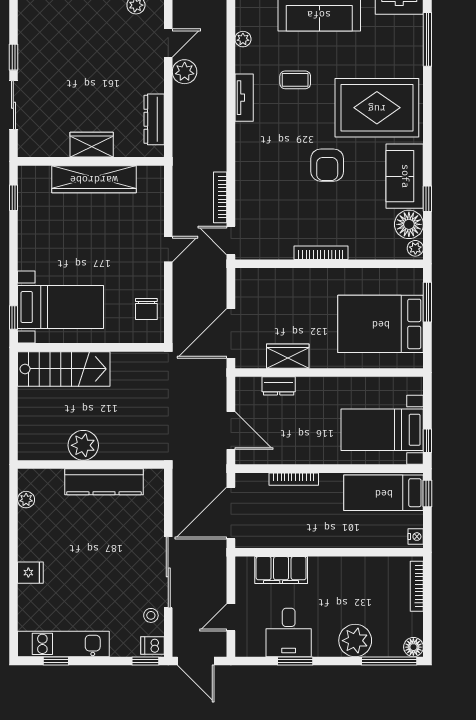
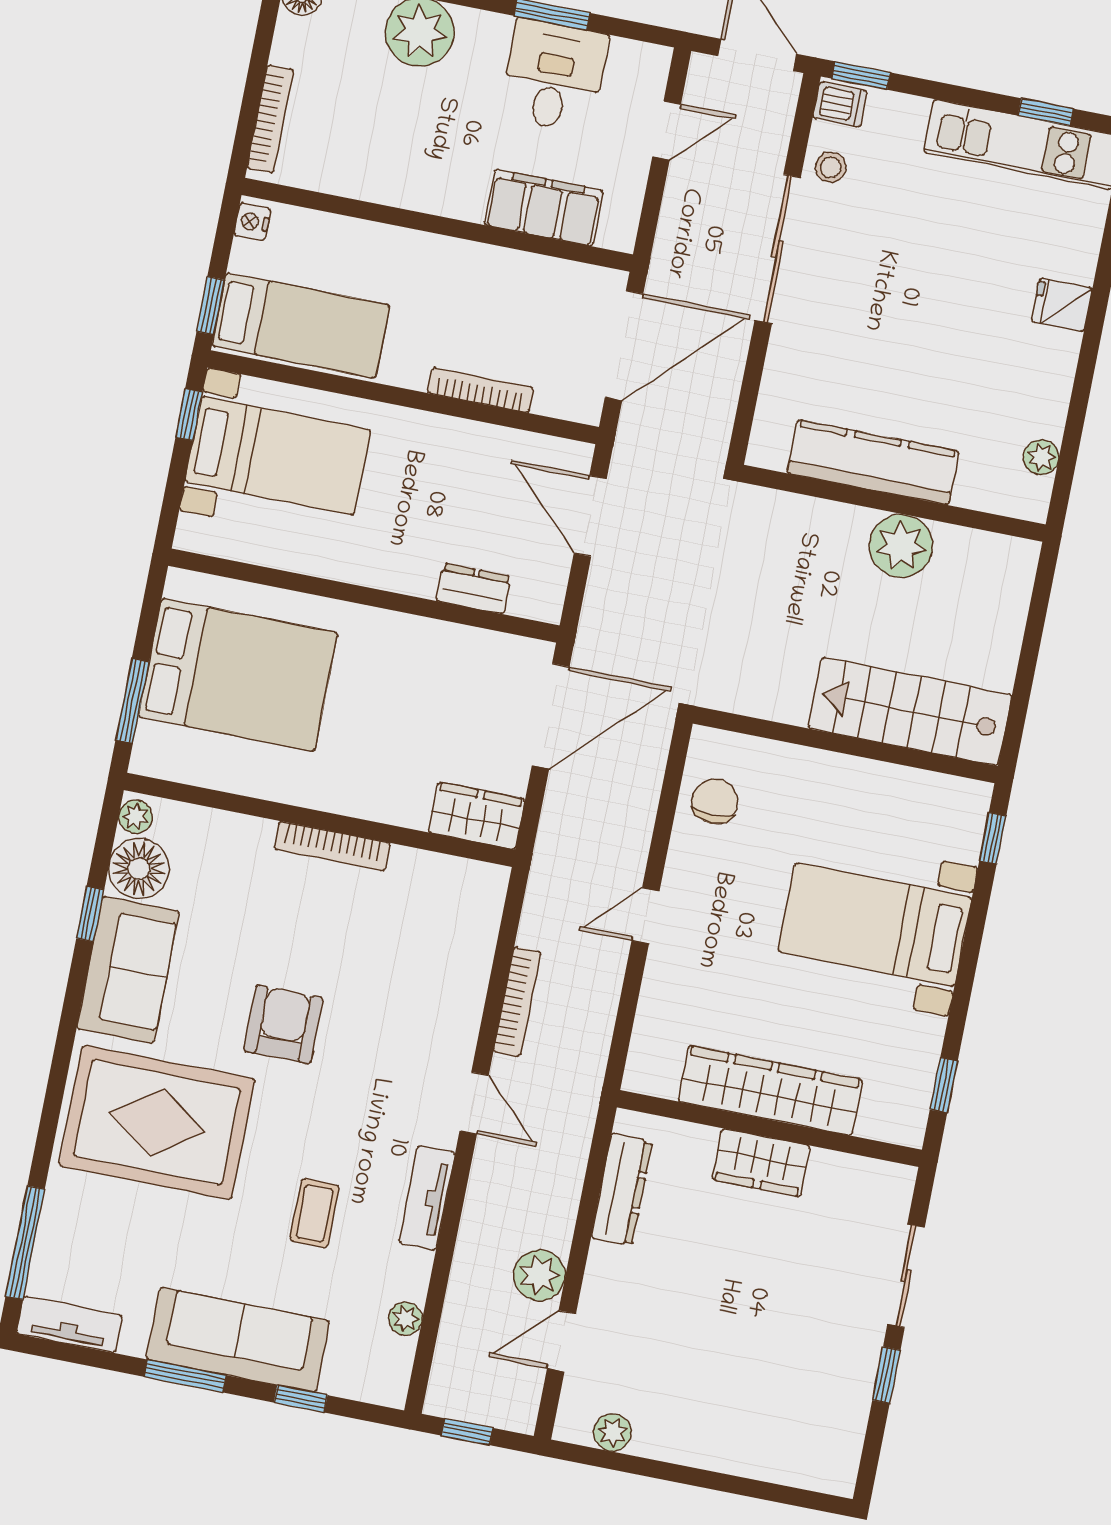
coffee table: (295, 80) -> (314, 1213), turned 90
door: (231, 241) -> (474, 1103), moved
bed with nightstands: (60, 307) -> (875, 925), moved
wardrobe: (288, 356) -> (477, 816), moved, turned 180

